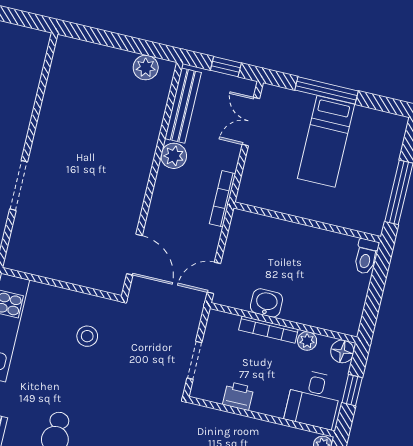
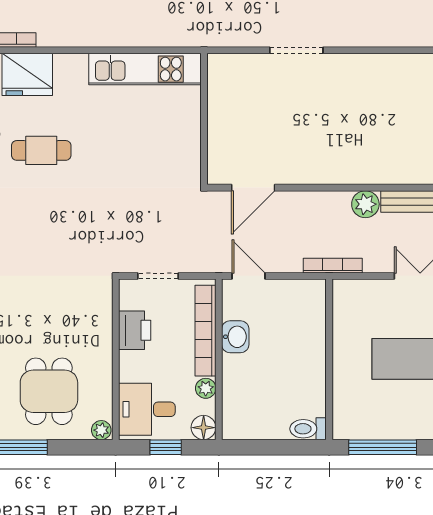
bookcase: (268, 330) -> (205, 331), width x1.48, depth x1.31
stool: (87, 336) -> (157, 159), removed
printer: (238, 396) -> (135, 330), width x1.36, depth x1.24

